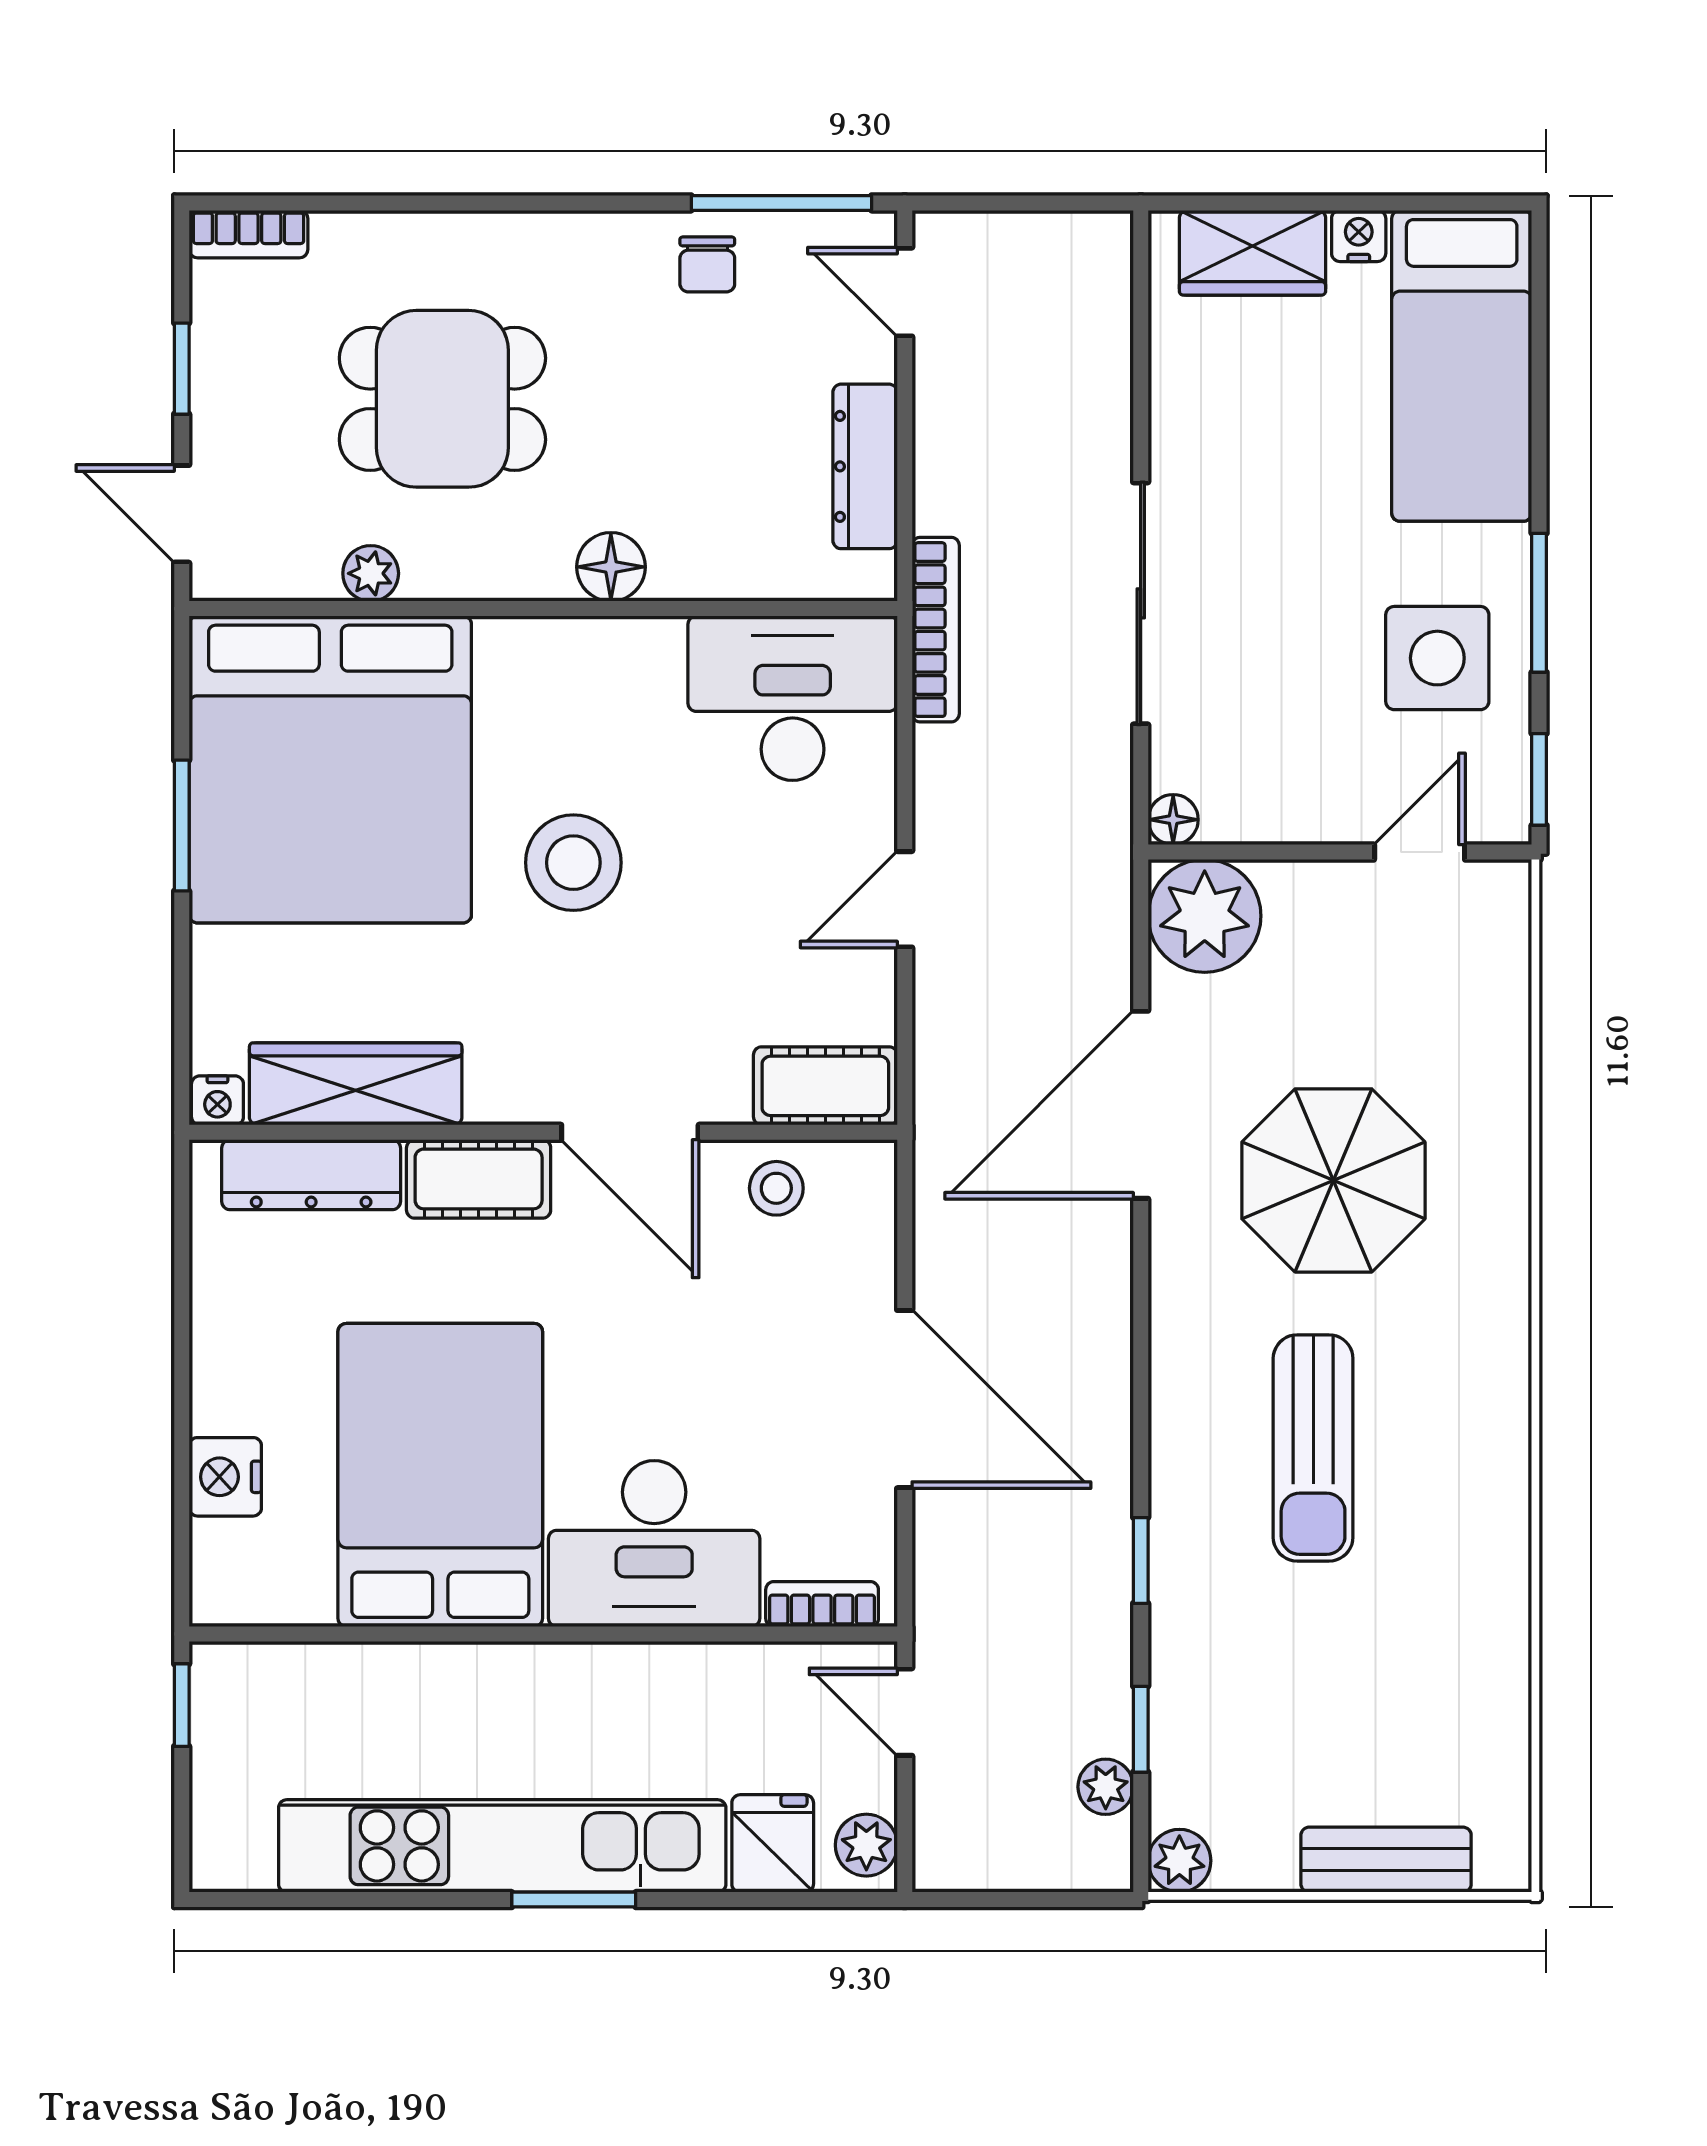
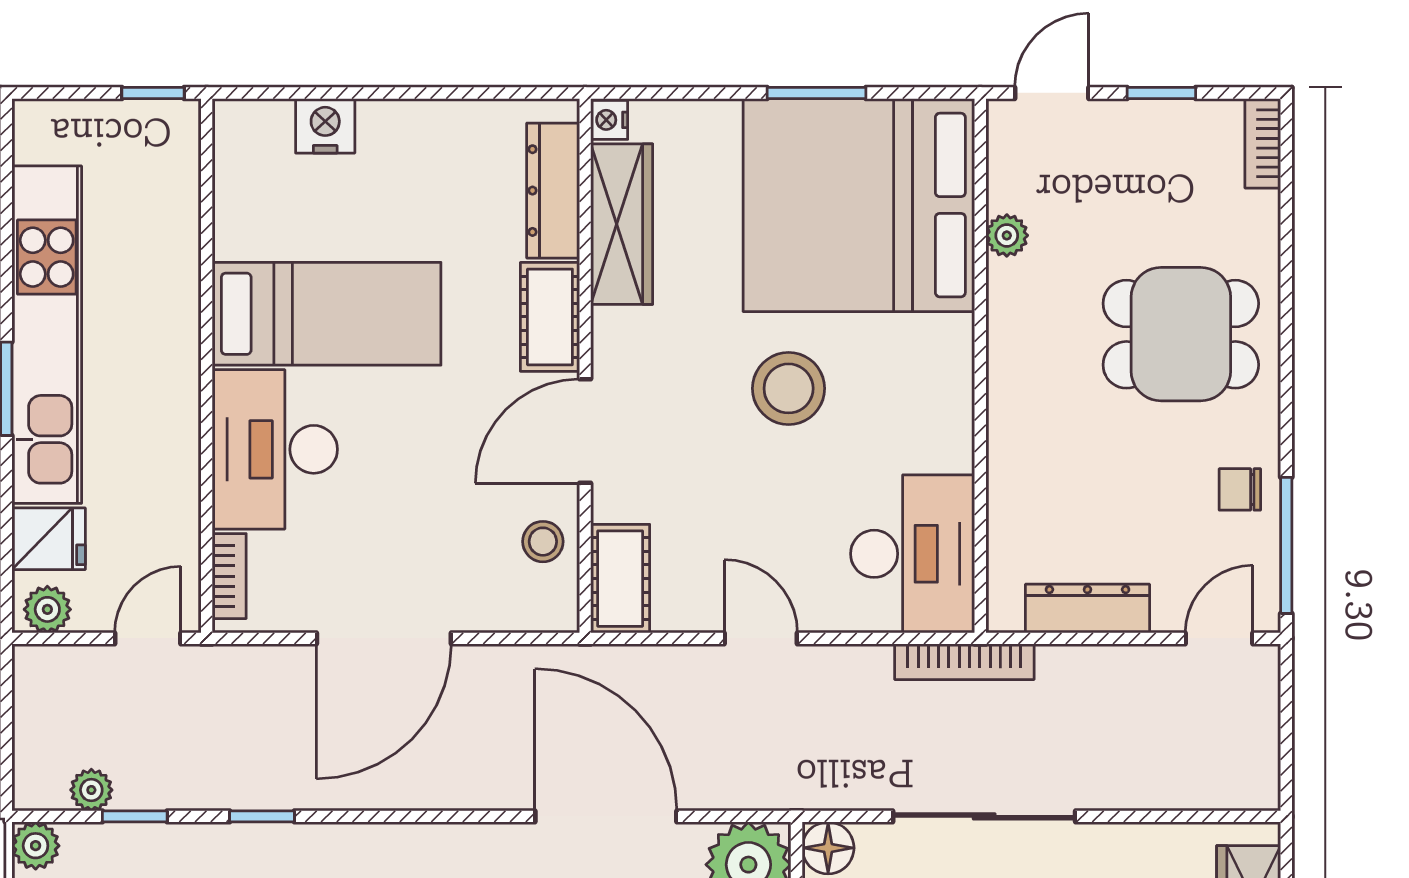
dining table: (442, 399) -> (1181, 334), moved, turned 90
floor lamp: (611, 567) -> (1012, 417), removed
floor lamp: (1173, 820) -> (828, 848), width x1.37, depth x1.37
bed: (440, 1475) -> (327, 314), width x0.67

